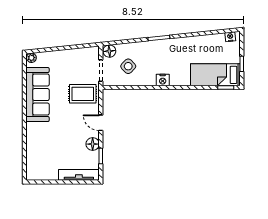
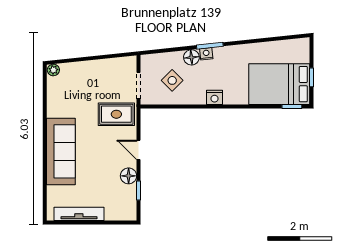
nightstand: (230, 37) -> (206, 54), moved
floor lamp: (109, 51) -> (191, 57), moved
bed: (215, 75) -> (279, 84), width x1.50
sofa: (38, 95) -> (61, 151), moved
tv unit: (79, 175) -> (79, 214), moved

